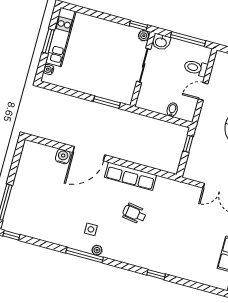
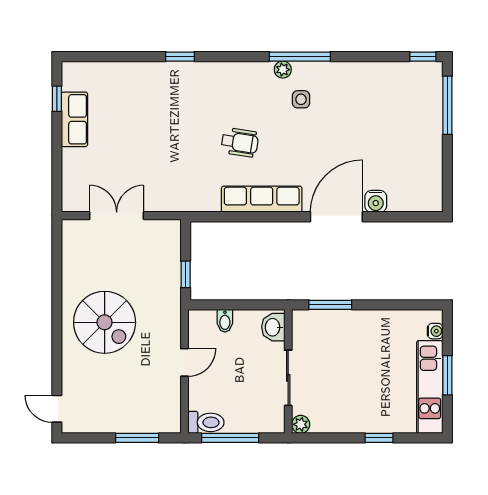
window: (138, 25) -> (379, 438), moved
washbasin: (161, 42) -> (273, 327), moved, turned -90
toilet: (196, 68) -> (206, 422), moved

